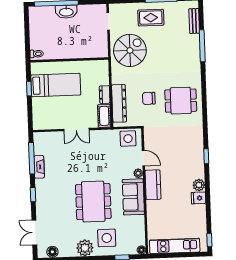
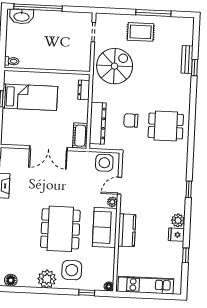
washbasin: (66, 12) -> (21, 16), moved
bench: (194, 21) -> (187, 60), moved
window: (202, 46) -> (194, 68), width x0.46
dresser: (105, 95) -> (84, 90), moved
double door: (76, 130) -> (48, 148), width x1.37
door: (143, 158) -> (119, 186), swing flipped
kitchen counter: (153, 185) -> (127, 230), moved
window: (209, 240) -> (186, 255), moved

